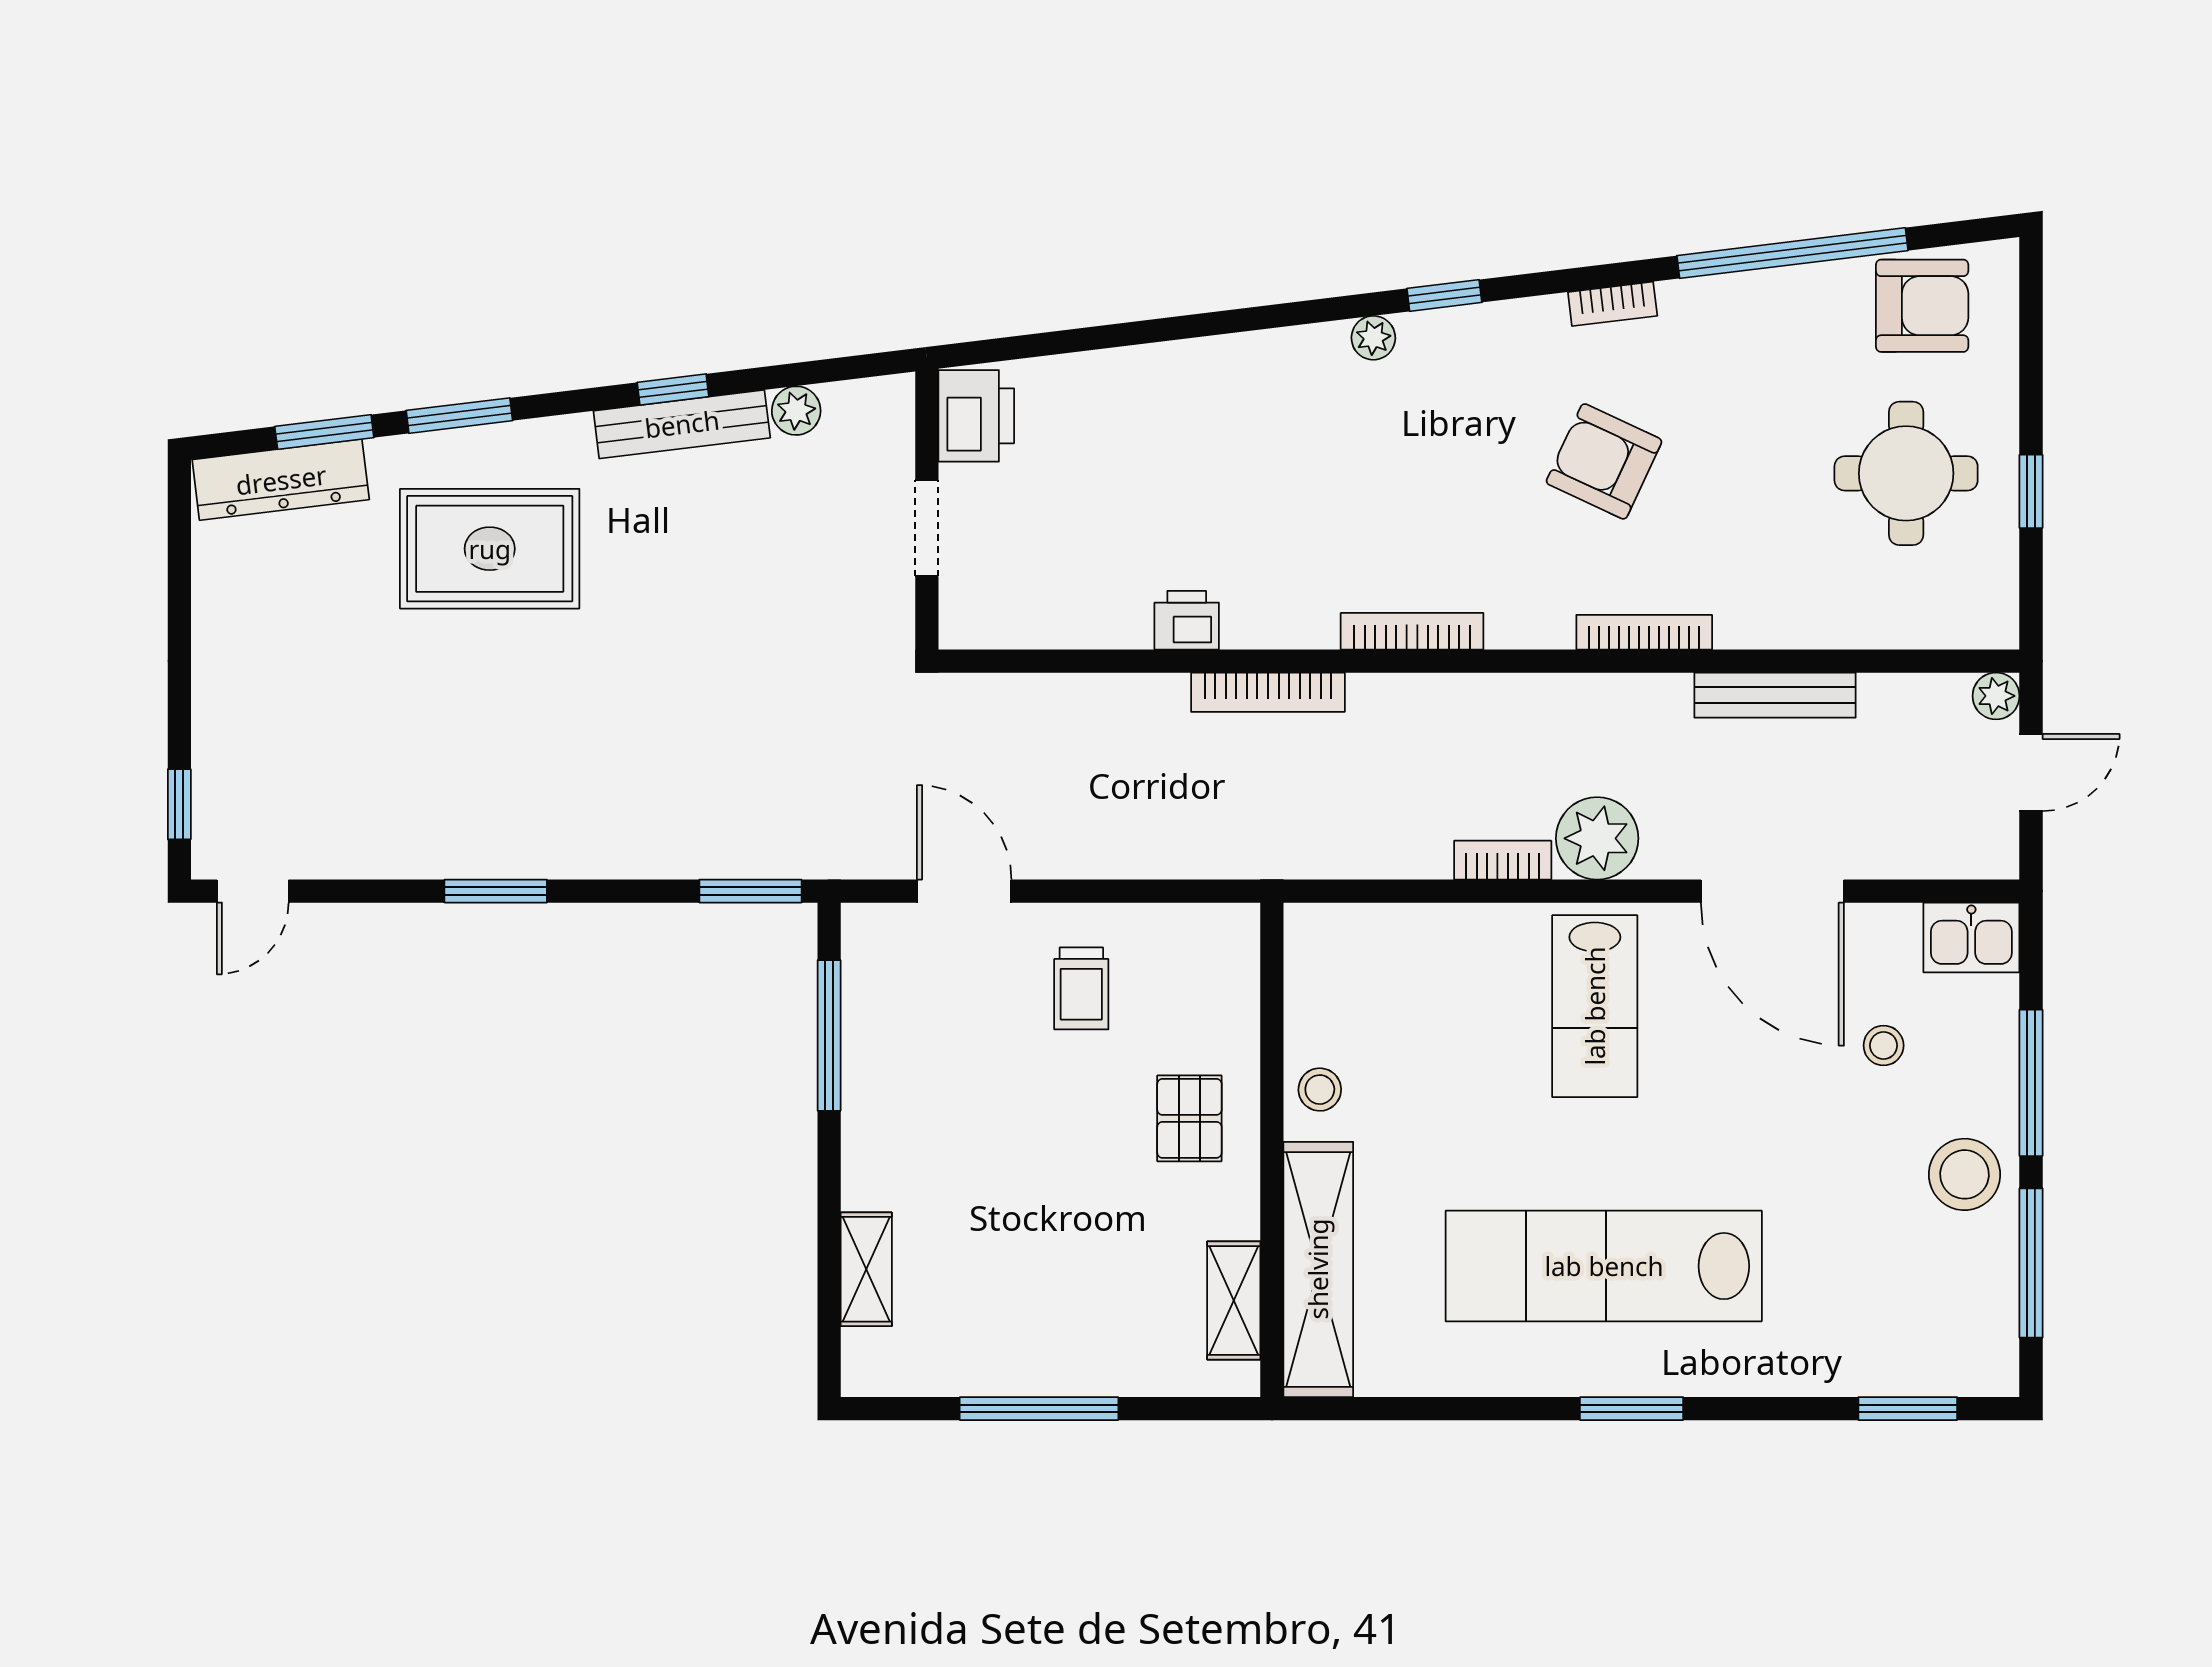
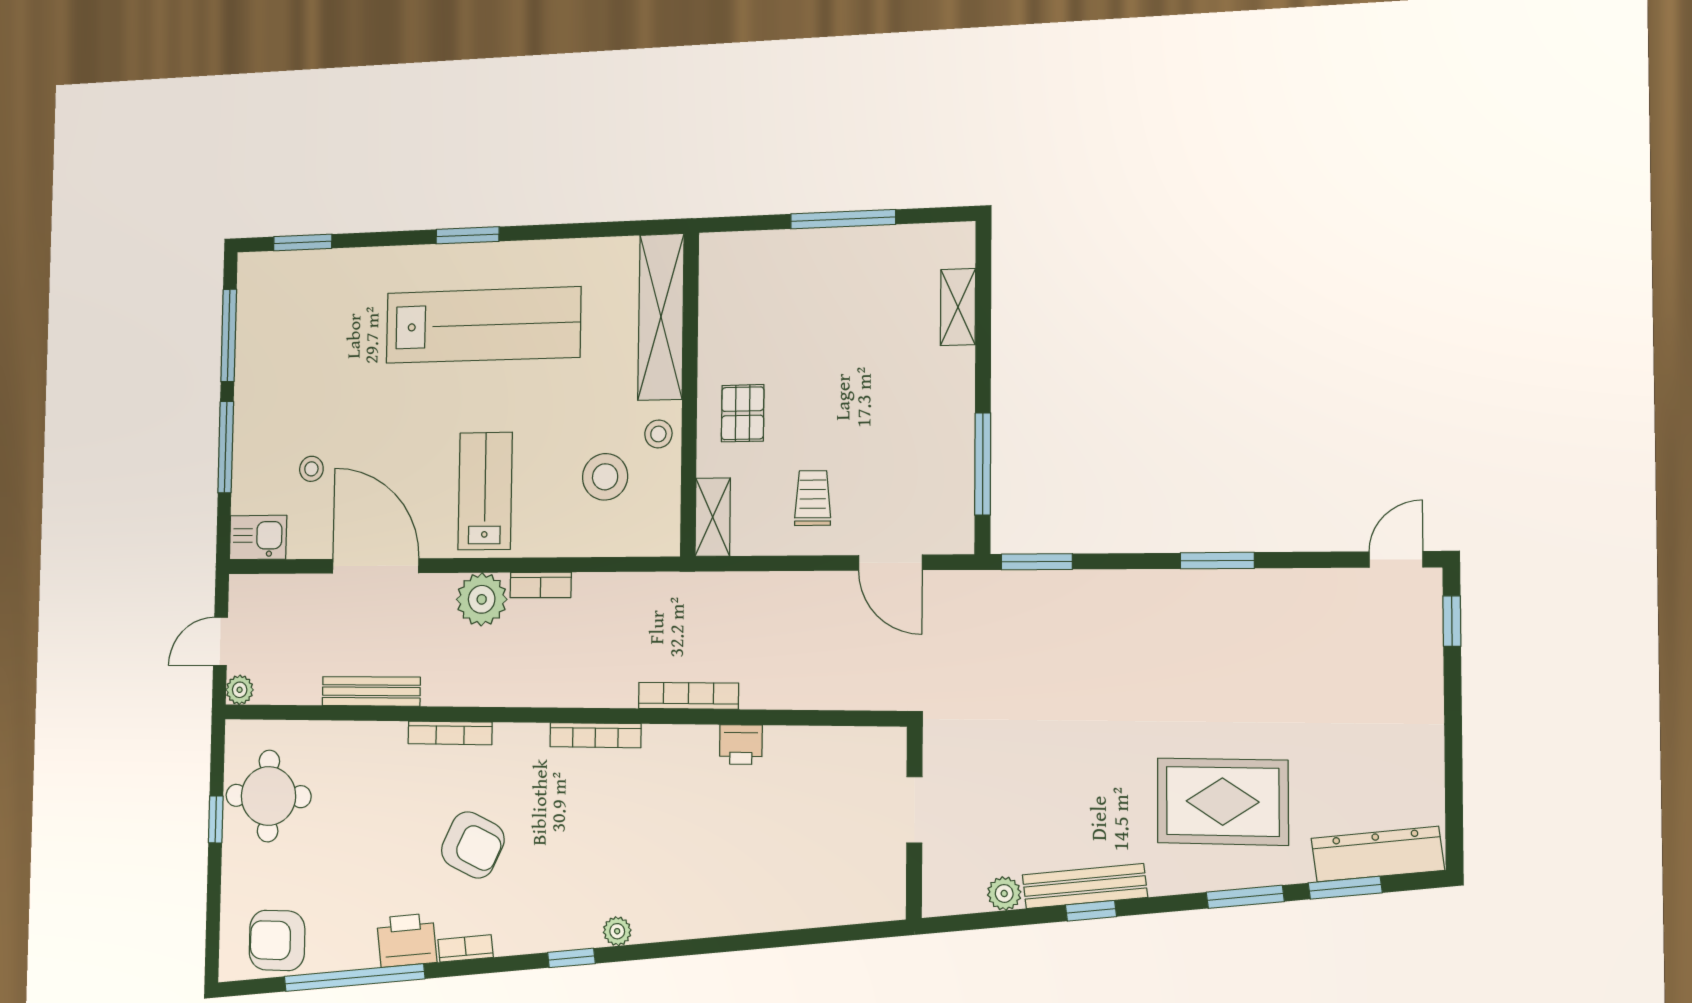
printer: (976, 416) -> (407, 940), moved, turned 83
round table: (1906, 473) -> (268, 796), moved
stool: (1965, 1174) -> (605, 477), moved
shelving: (1234, 1300) -> (713, 517), moved

